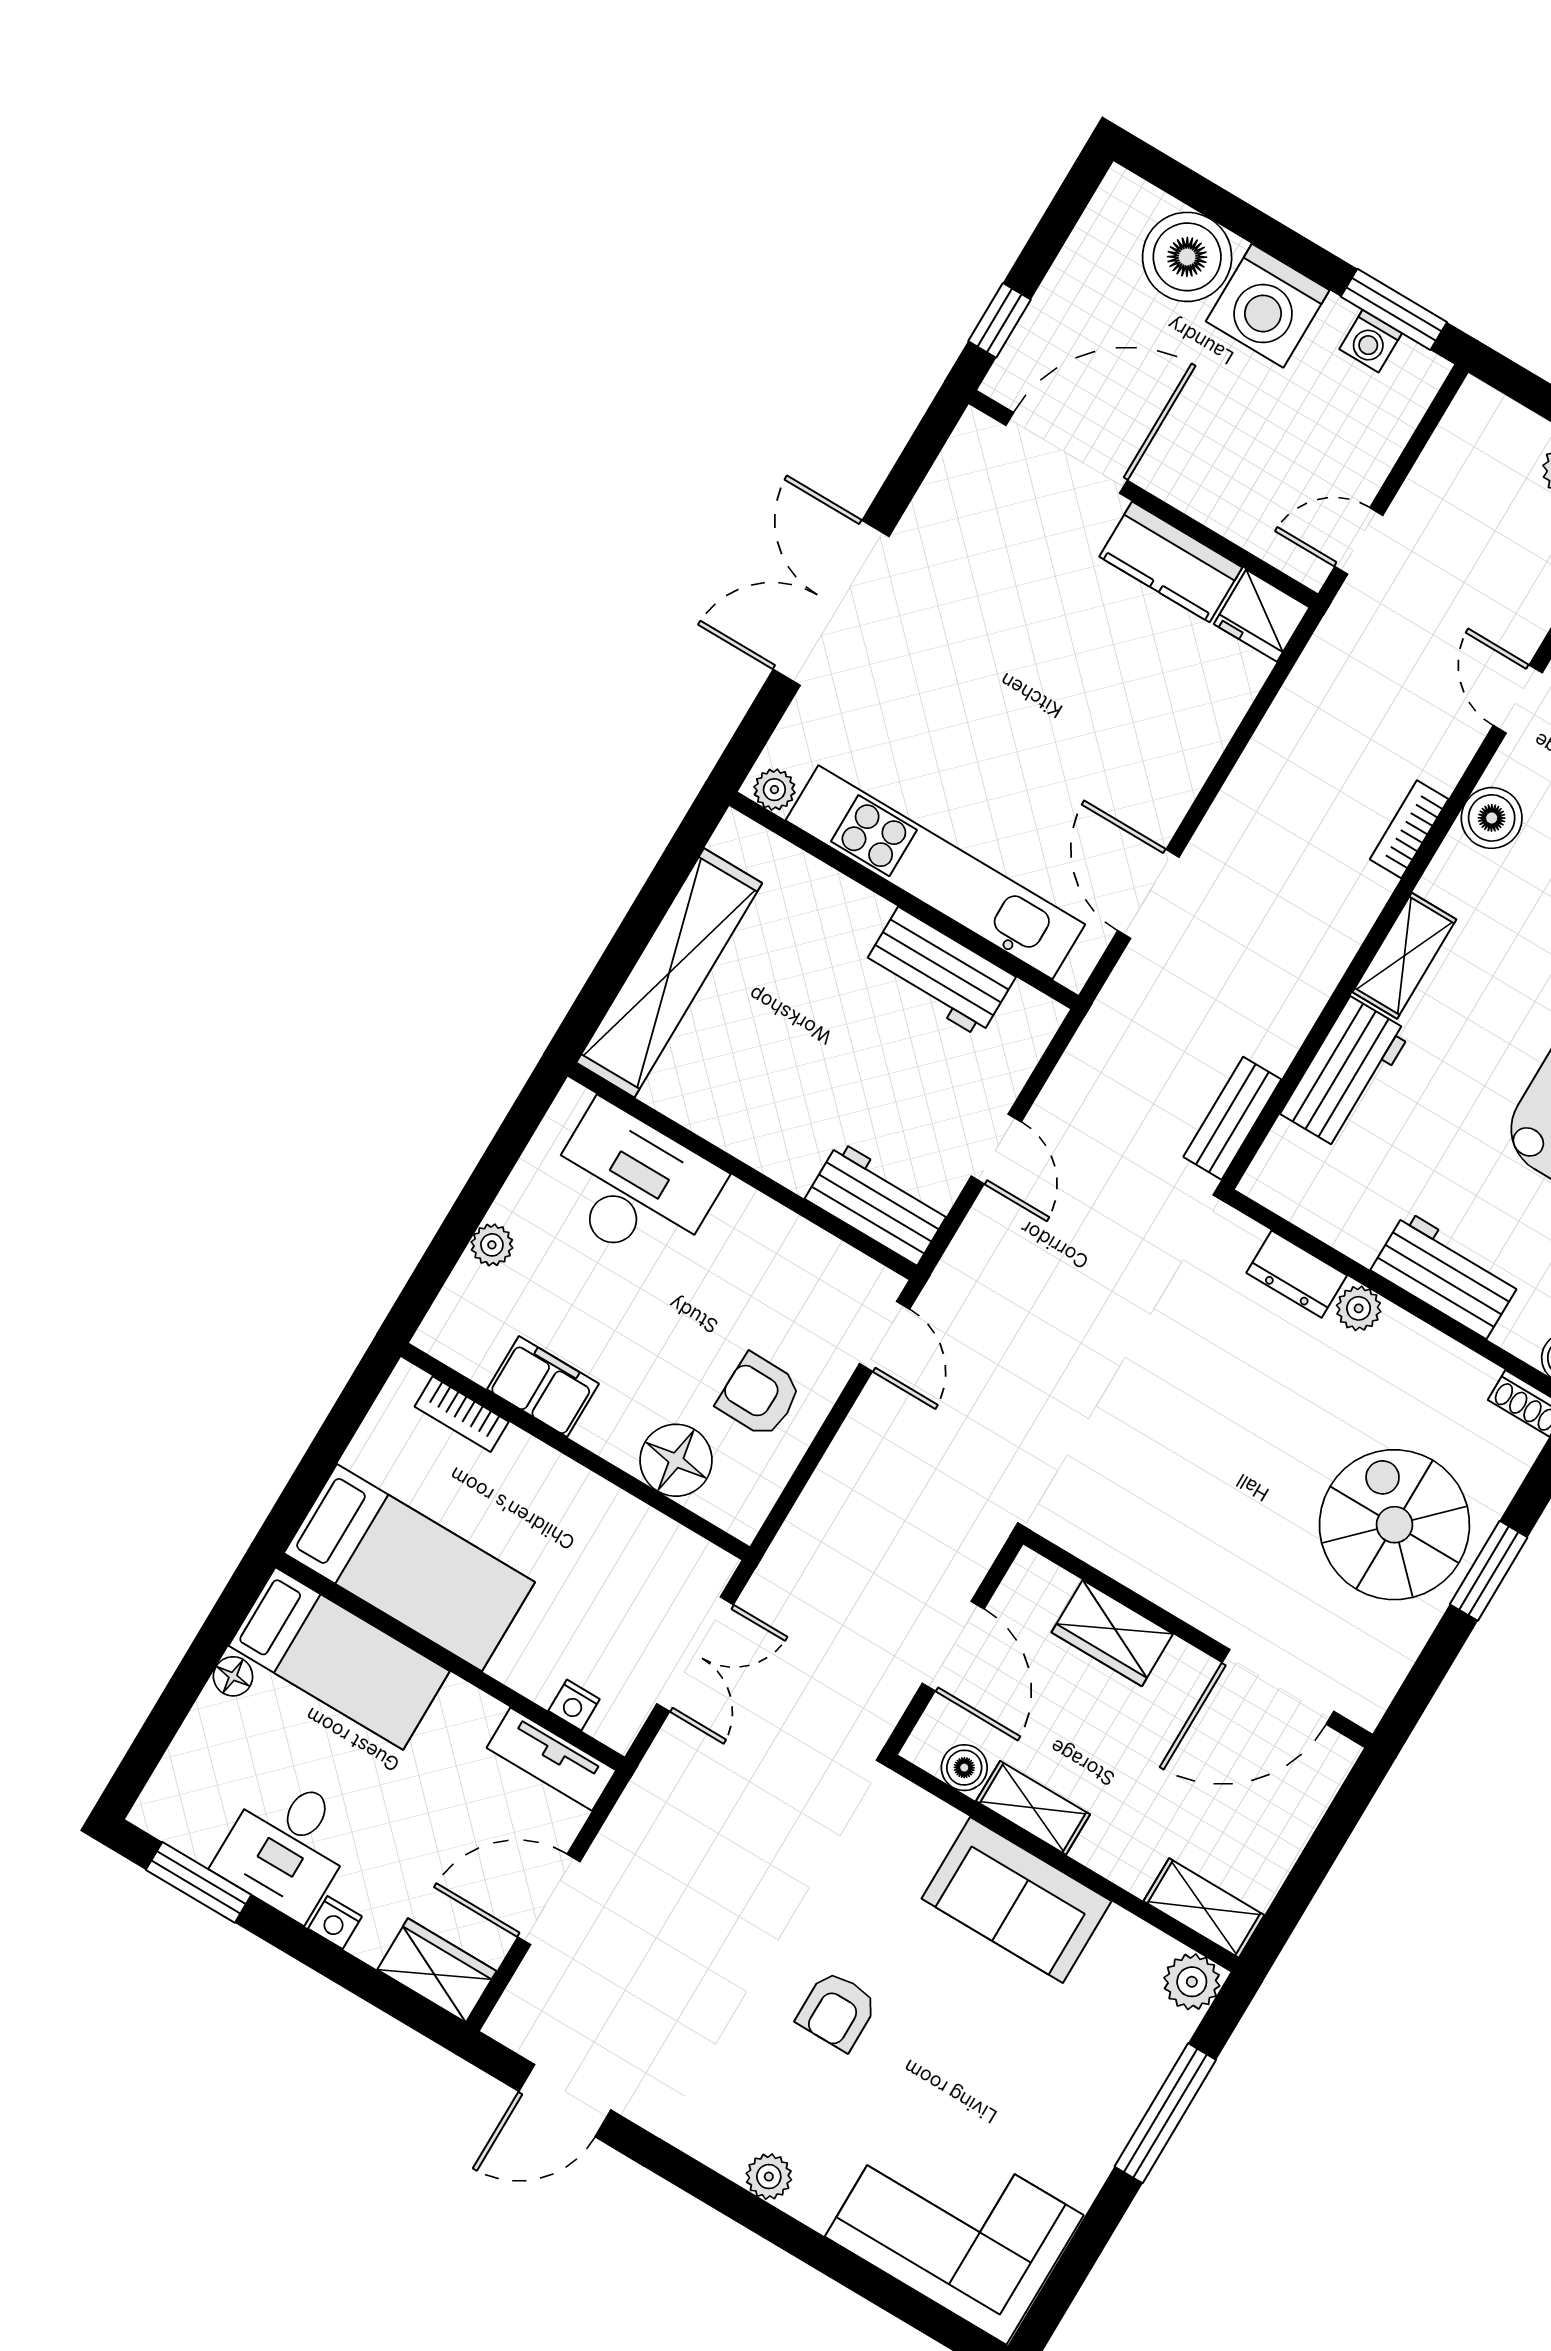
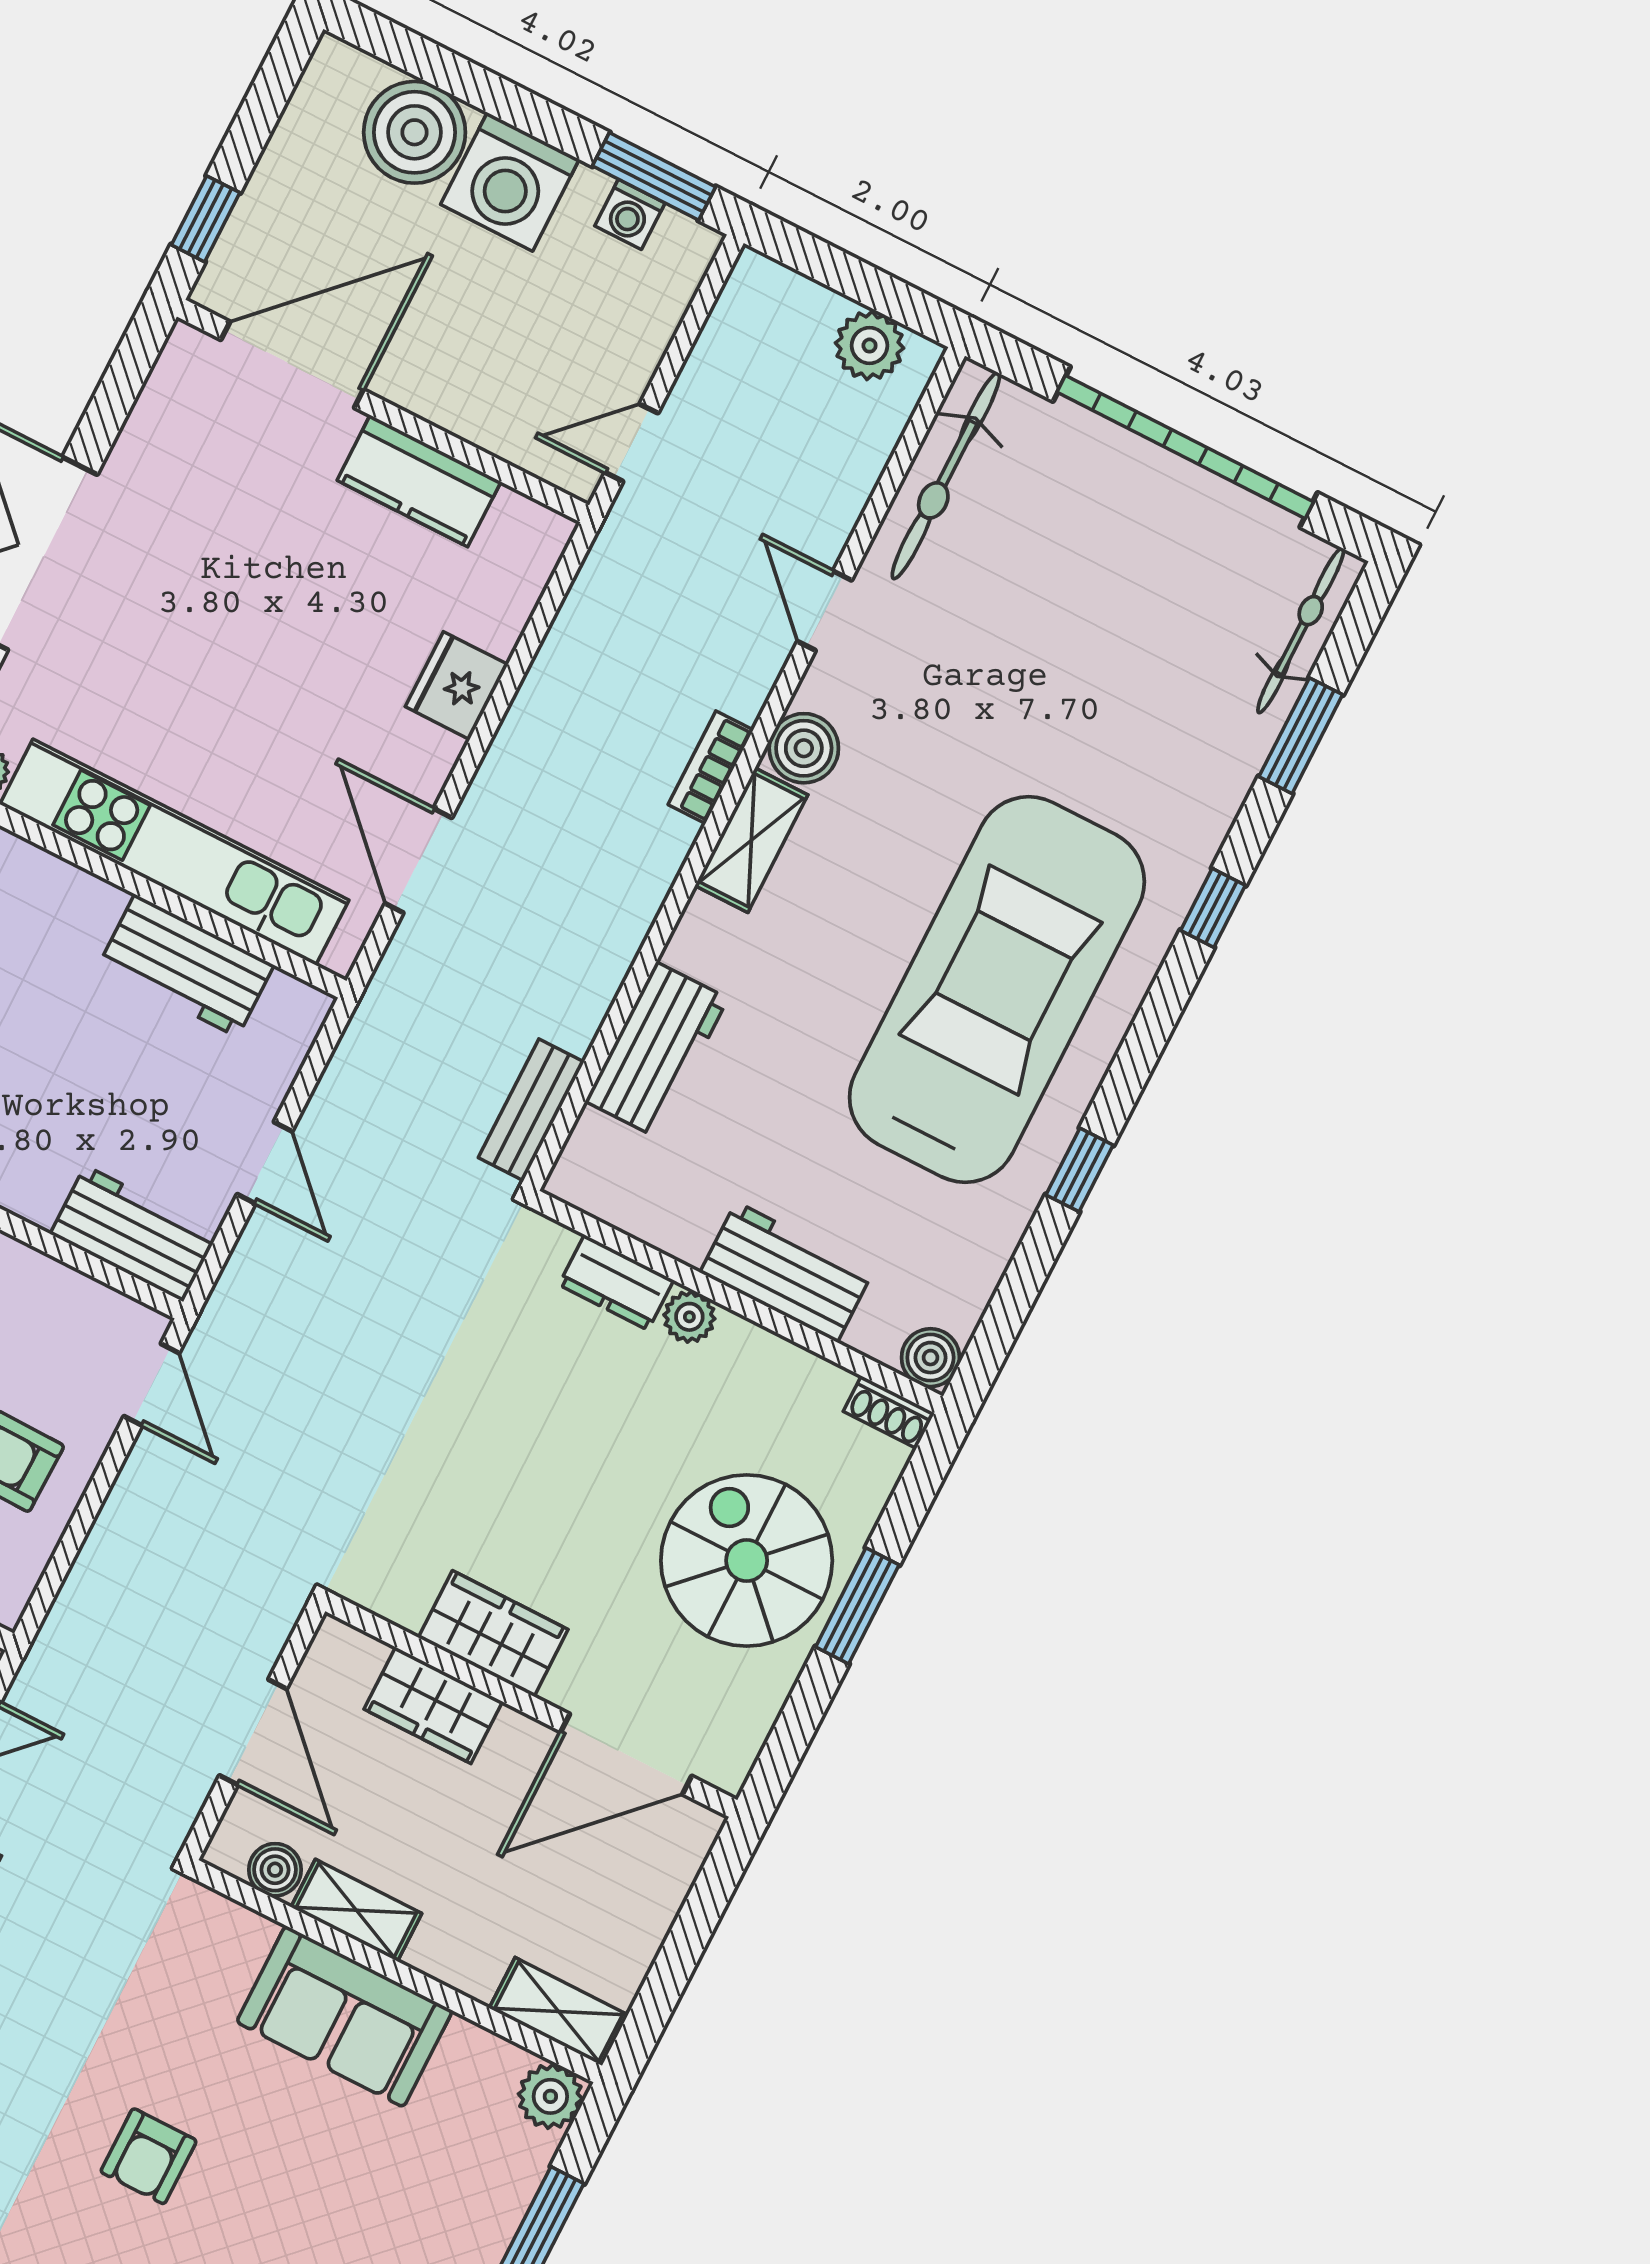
fridge: (1262, 616) -> (457, 686), moved, turned 90
shelving: (1404, 956) -> (751, 840), moved
wardrobe: (1169, 1574) -> (493, 1634), added

